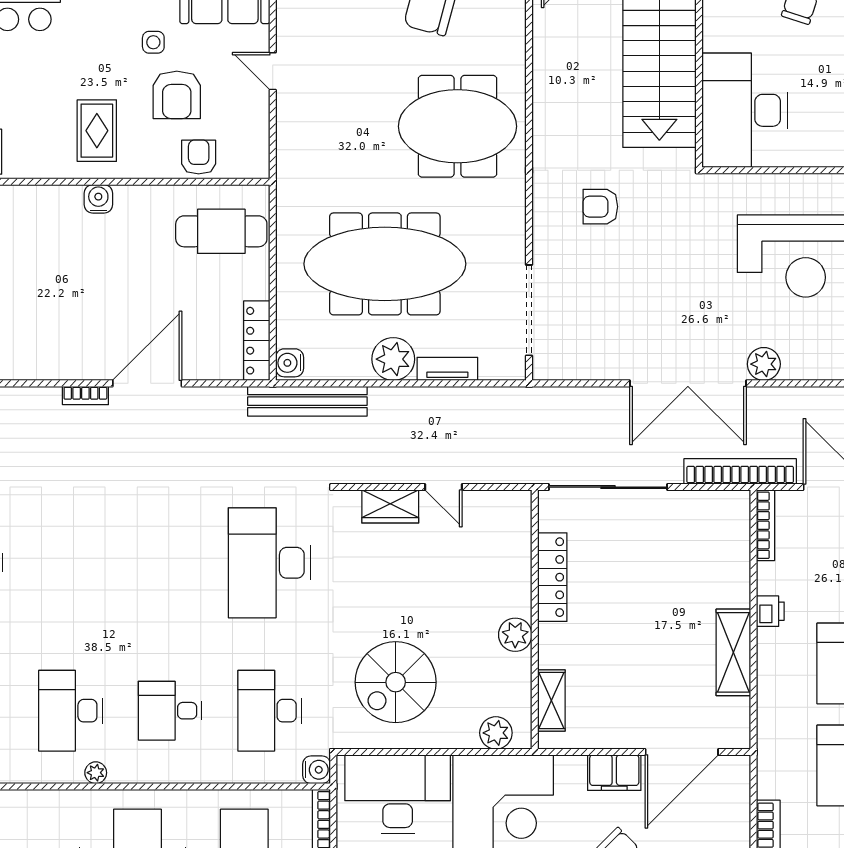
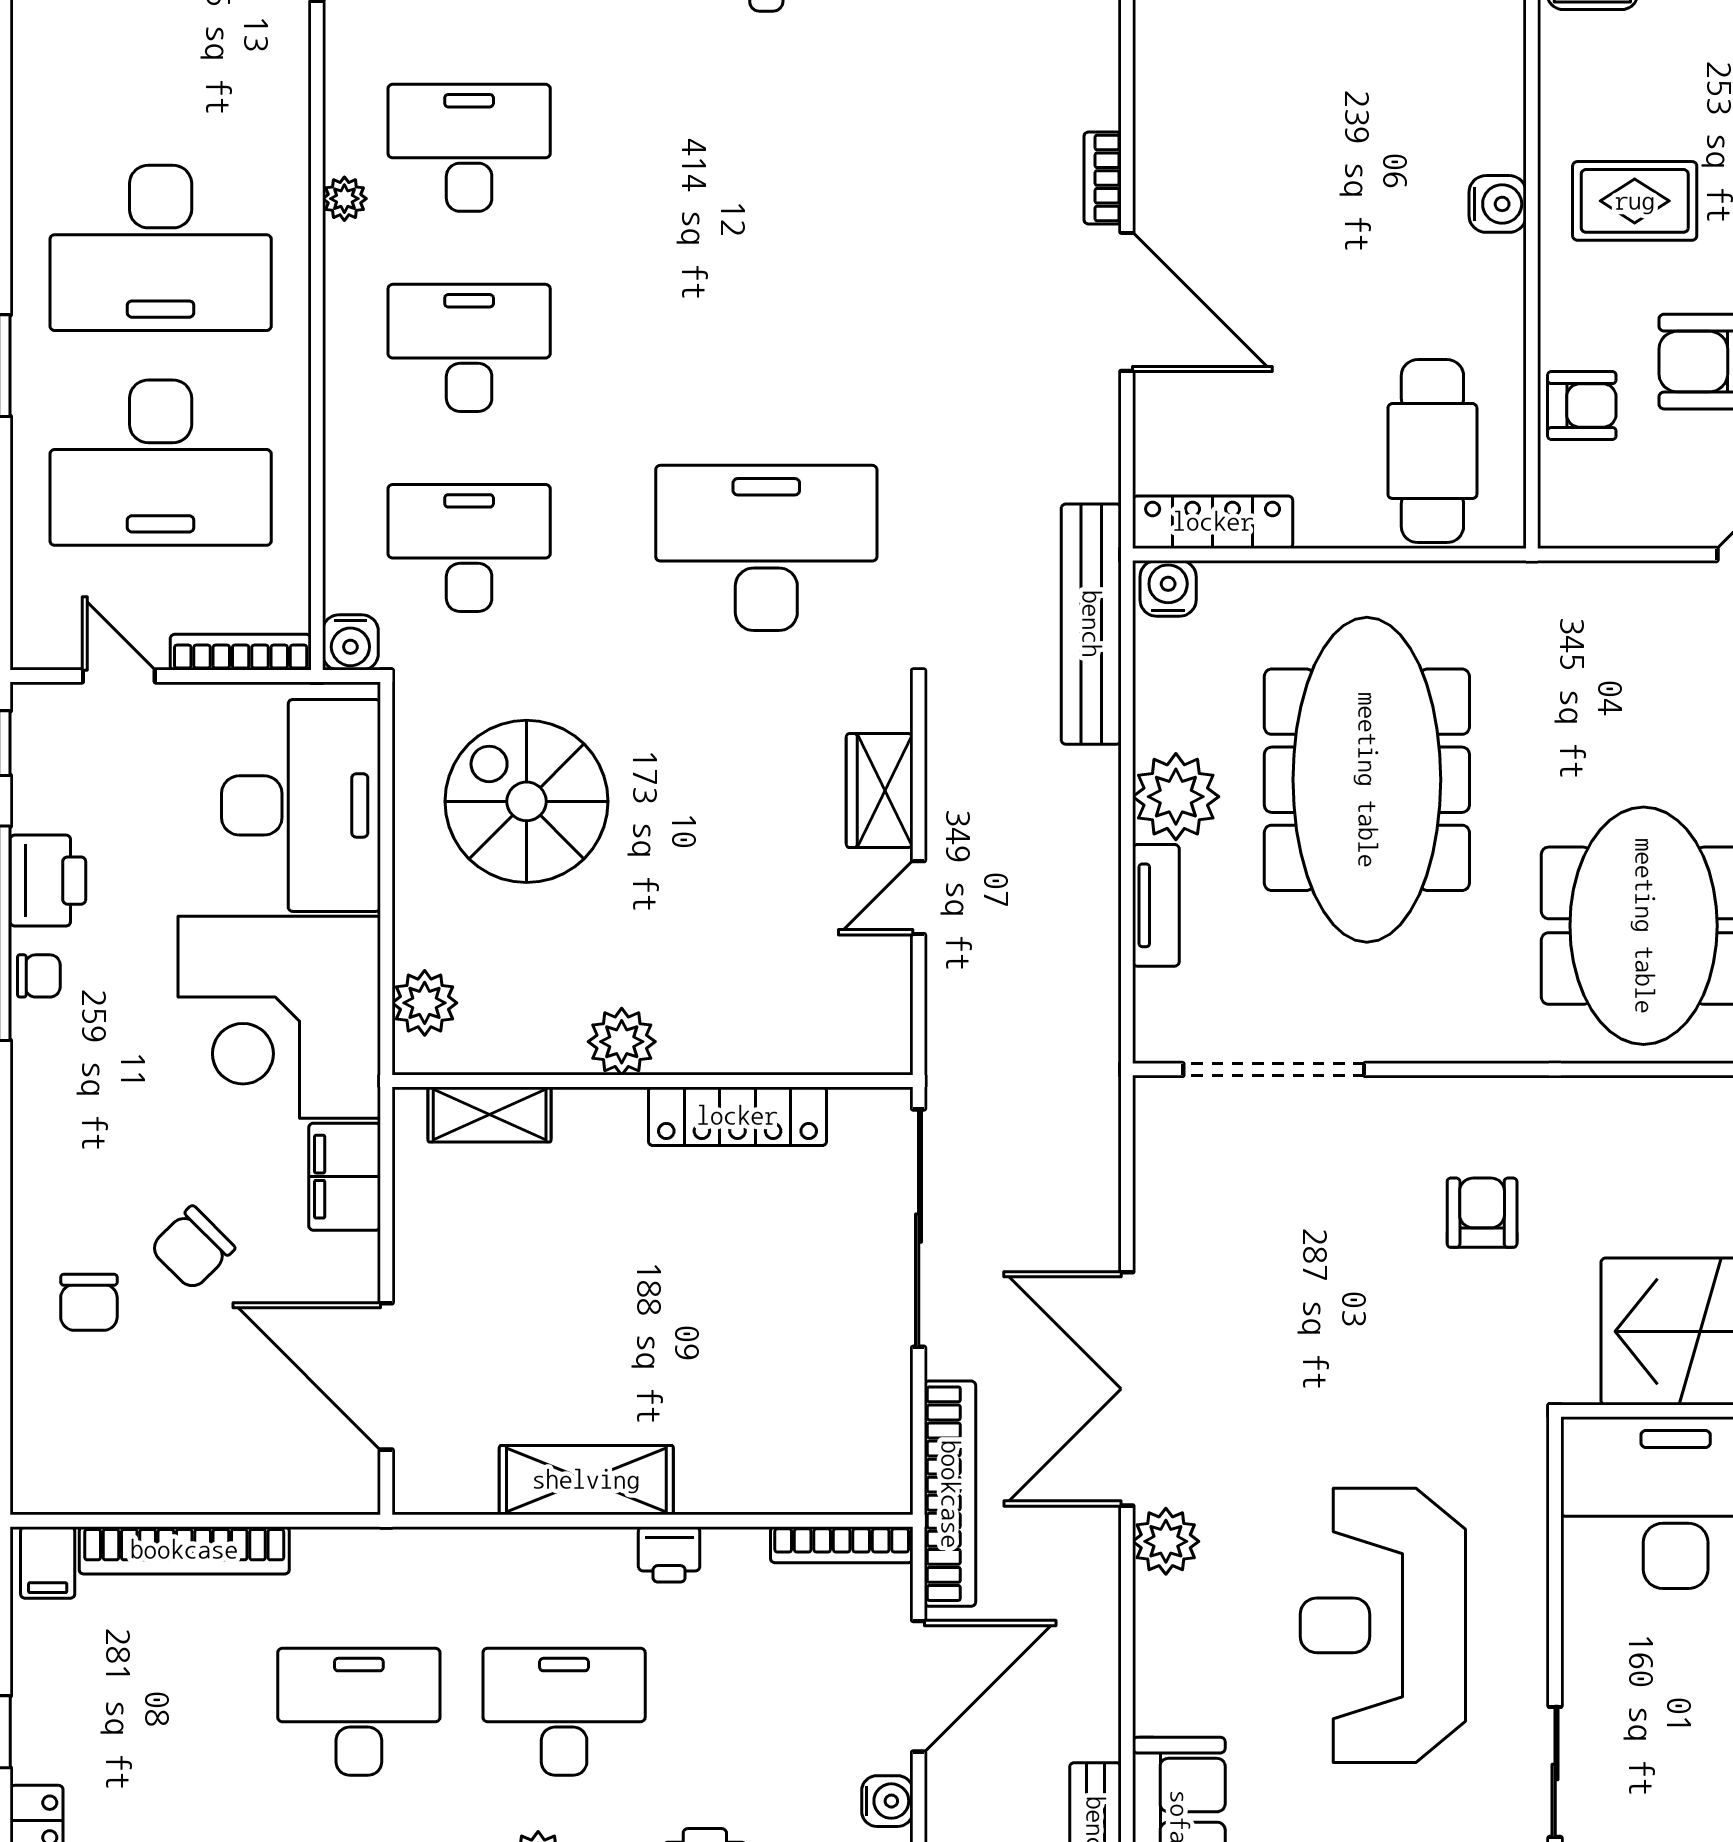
desk: (170, 711) -> (469, 348), width x1.37
filing cabinet: (614, 773) -> (345, 1177), moved

